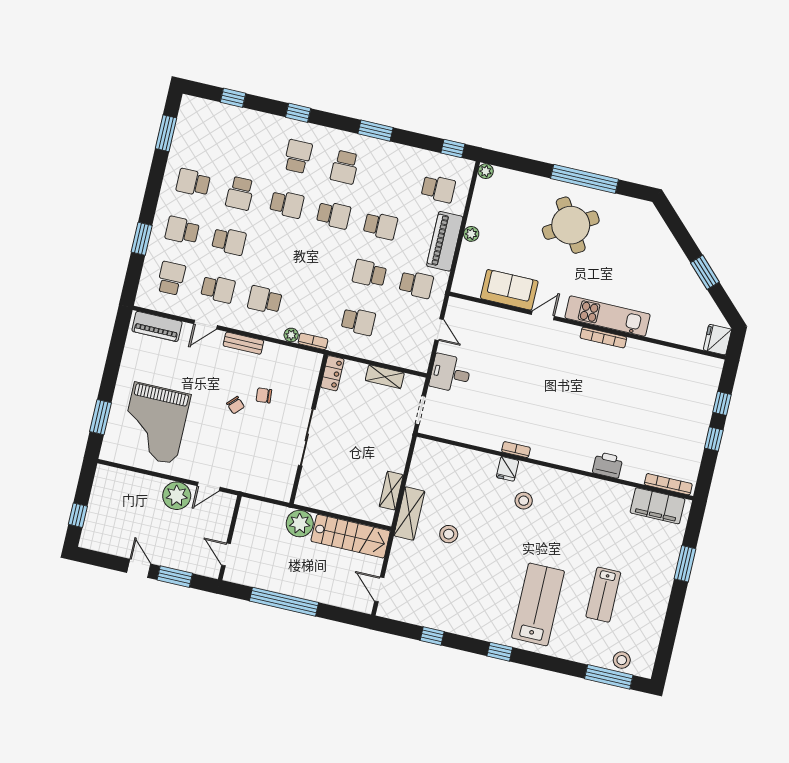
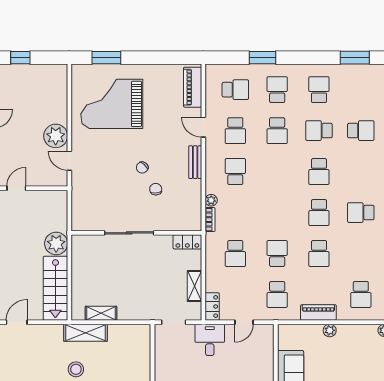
school desk: (298, 156) -> (361, 131), moved
piano: (445, 241) -> (318, 312), width x0.73, depth x0.75
locker: (413, 362) -> (212, 307), added

